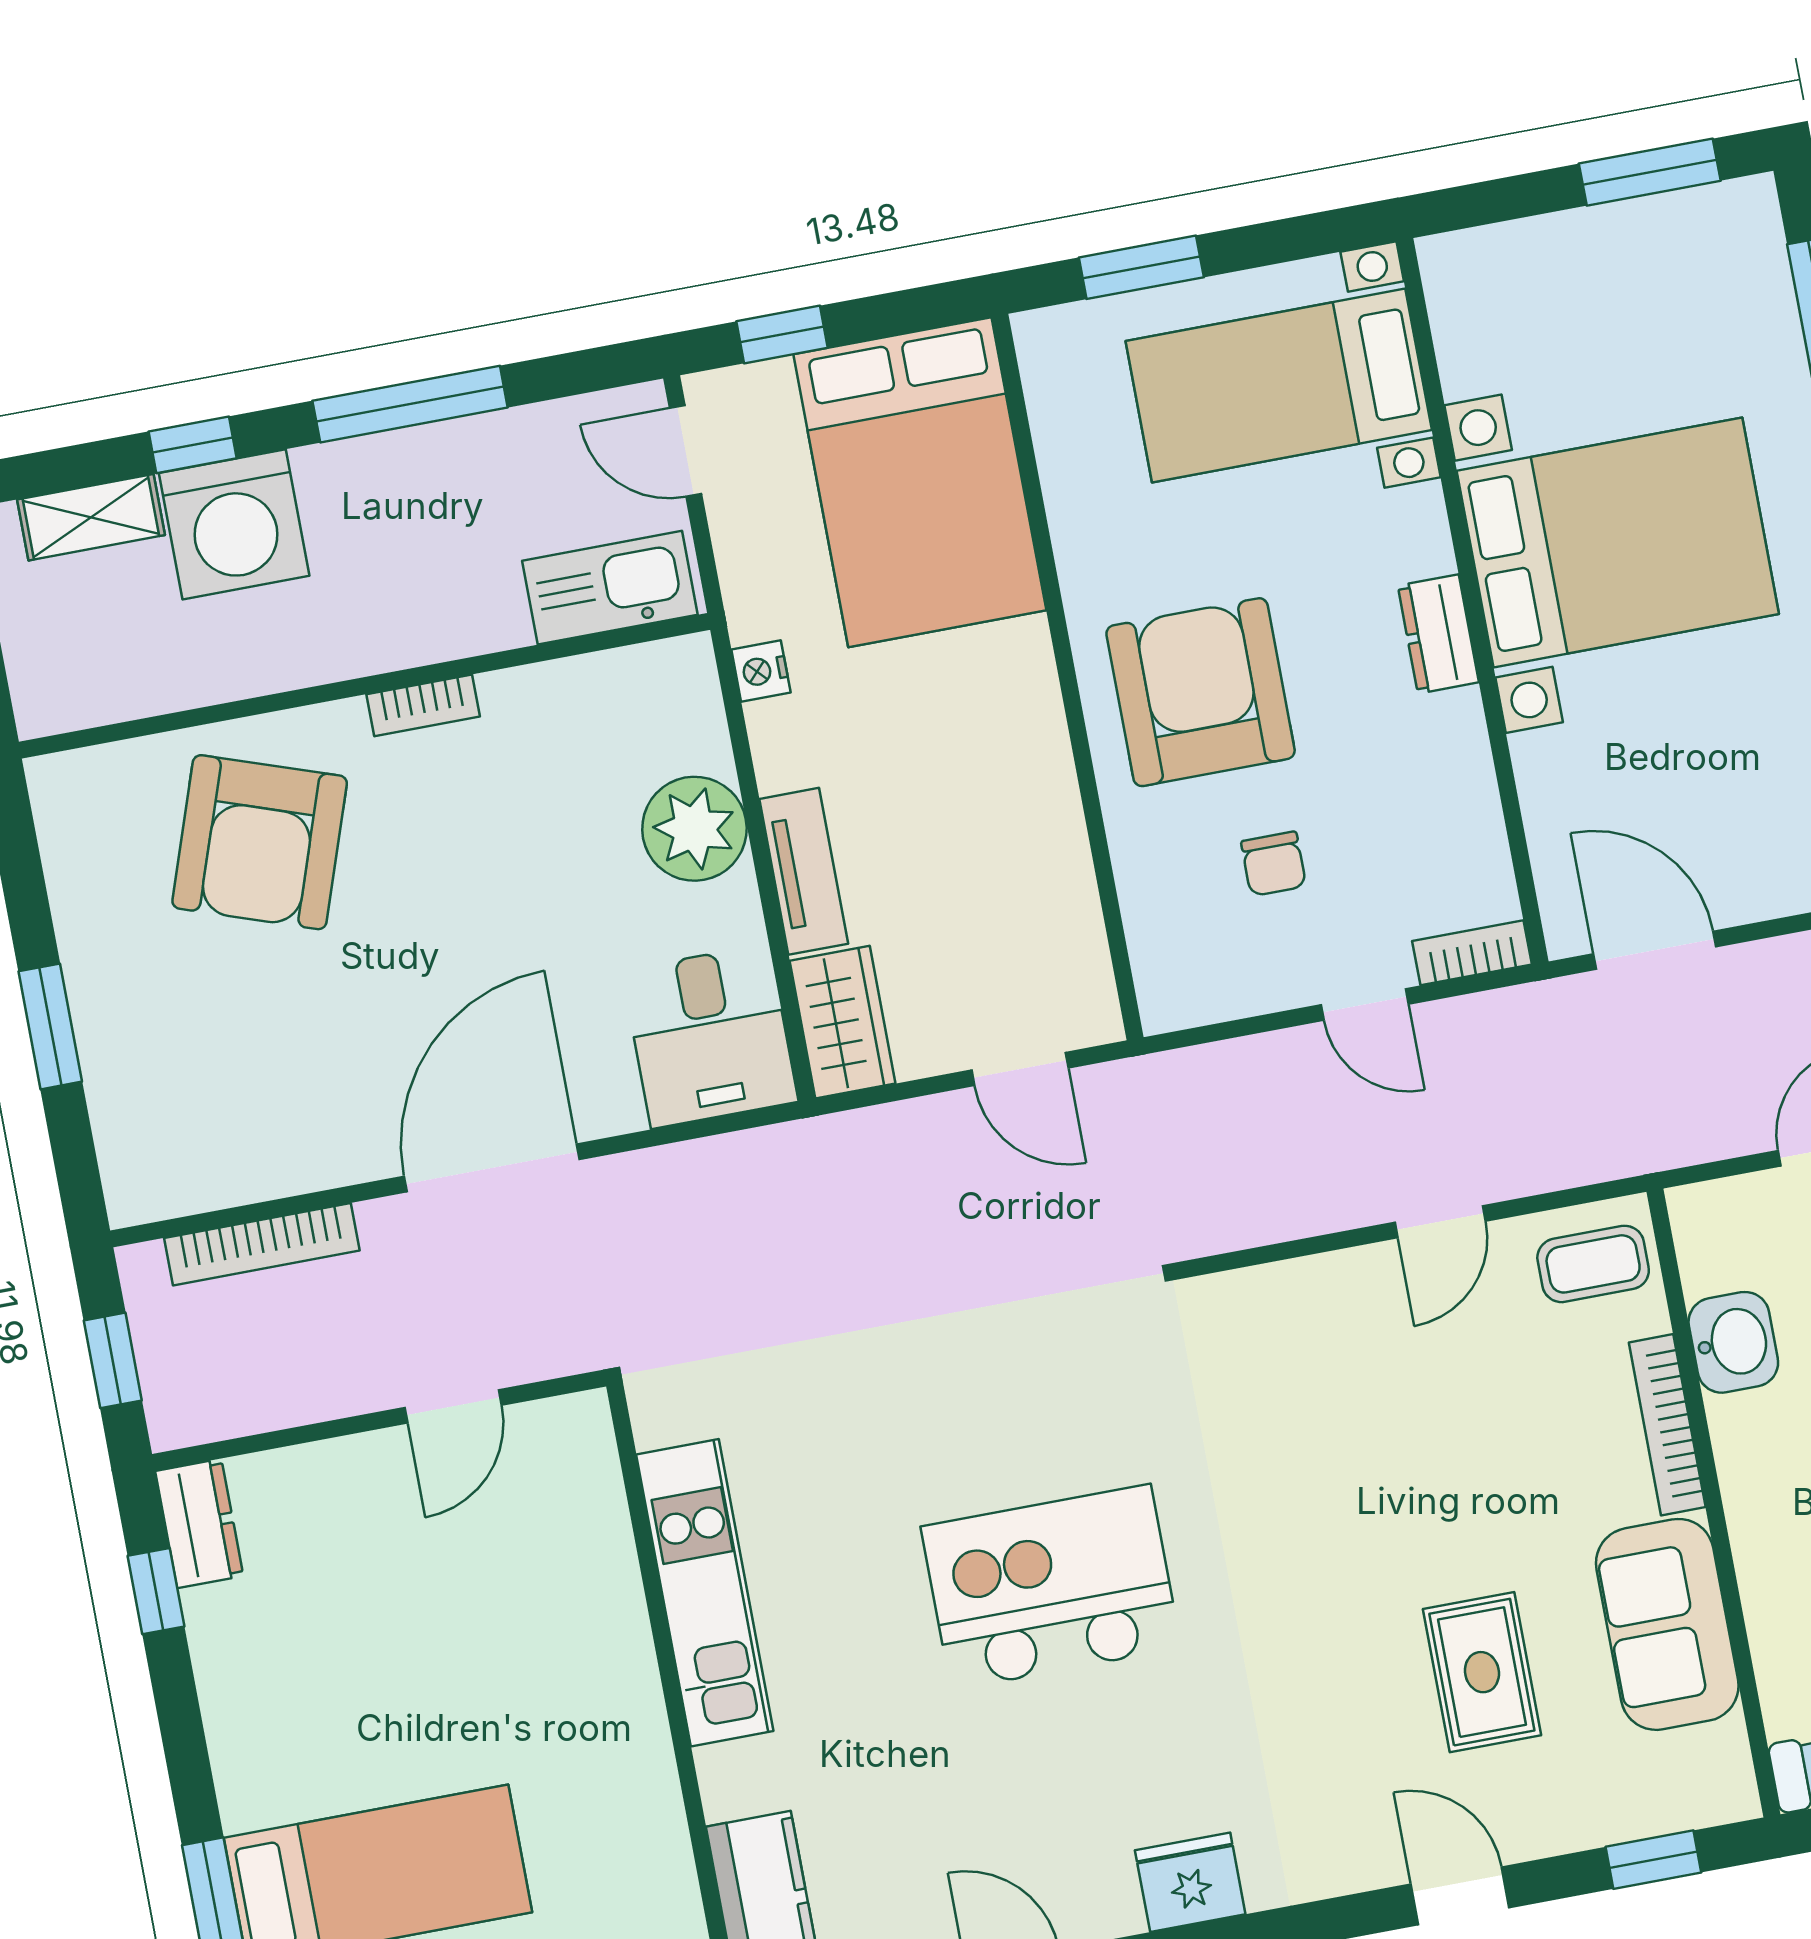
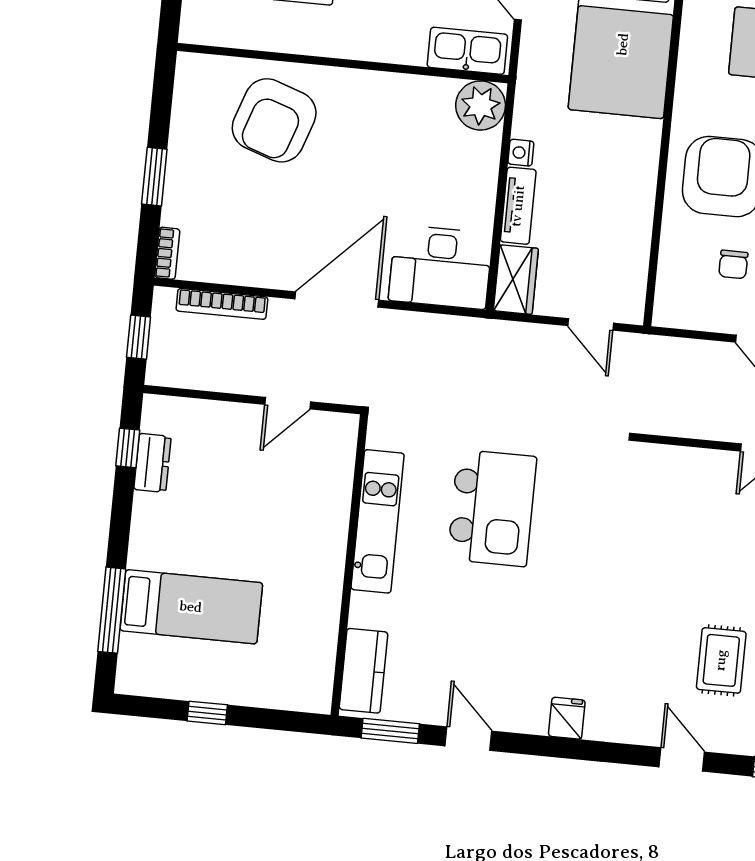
nightstand: (761, 671) -> (521, 153), moved
bookcase: (423, 705) -> (167, 253), moved, turned -90
plant: (694, 829) -> (481, 105), moved
desk: (710, 1036) -> (440, 267), width x1.37
dresser: (199, 1523) -> (152, 463), moved
kitchen island: (1051, 1587) -> (492, 508), moved, turned 90
fridge: (1190, 1882) -> (567, 718), width x0.72

